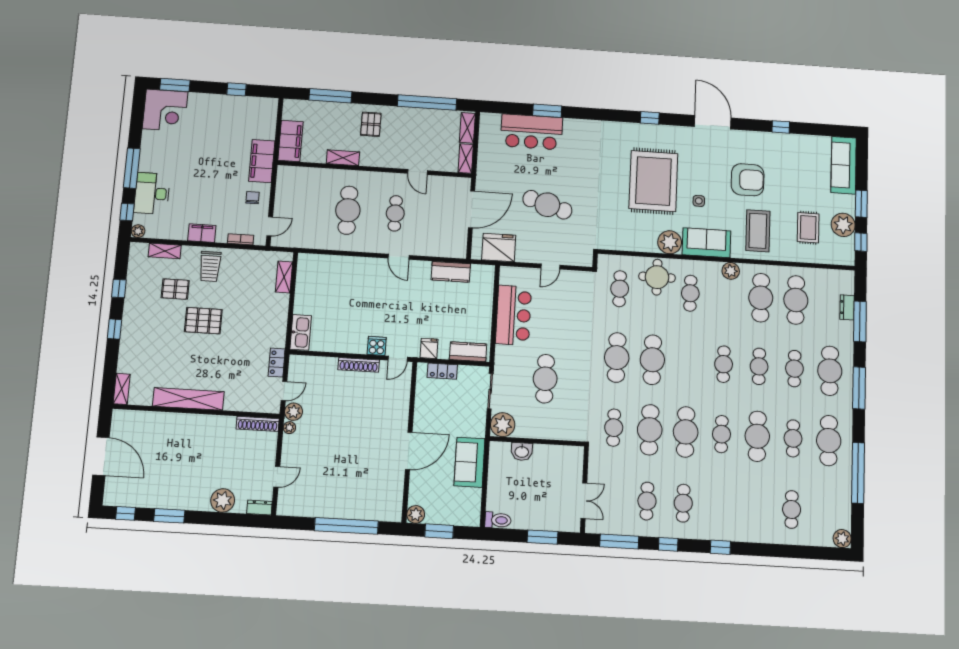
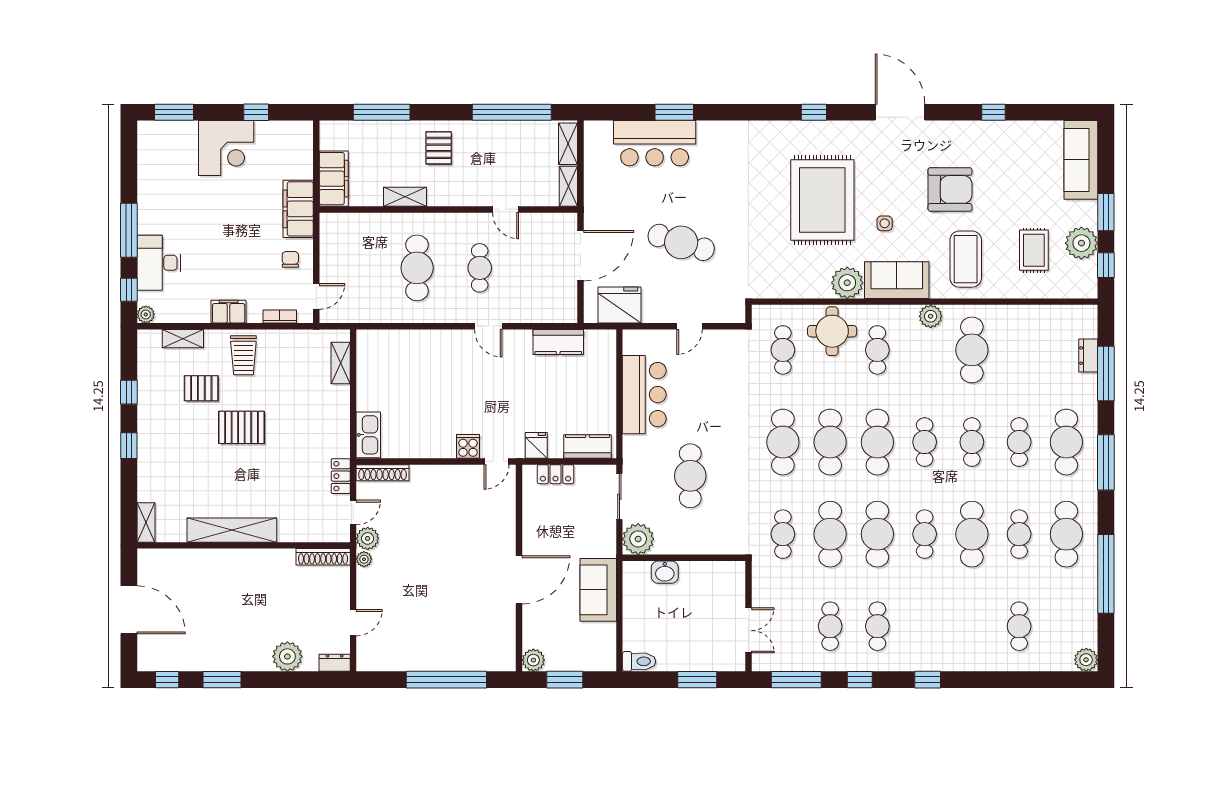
corner desk: (165, 110) -> (226, 148), moved
cafe table: (796, 300) -> (877, 442), moved
shoe rack: (359, 365) -> (383, 473), moved

